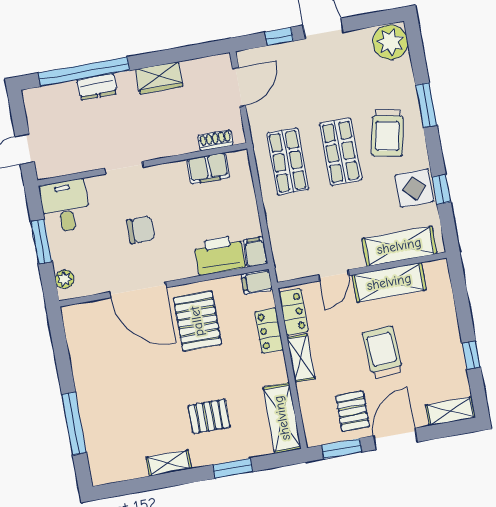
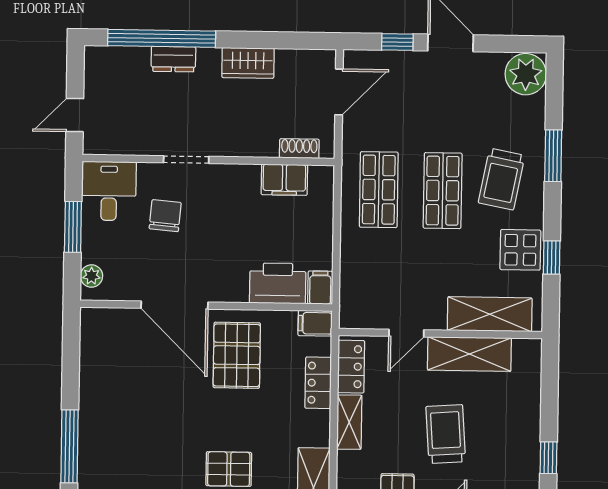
chair: (141, 230) -> (165, 216), moved, turned -85

